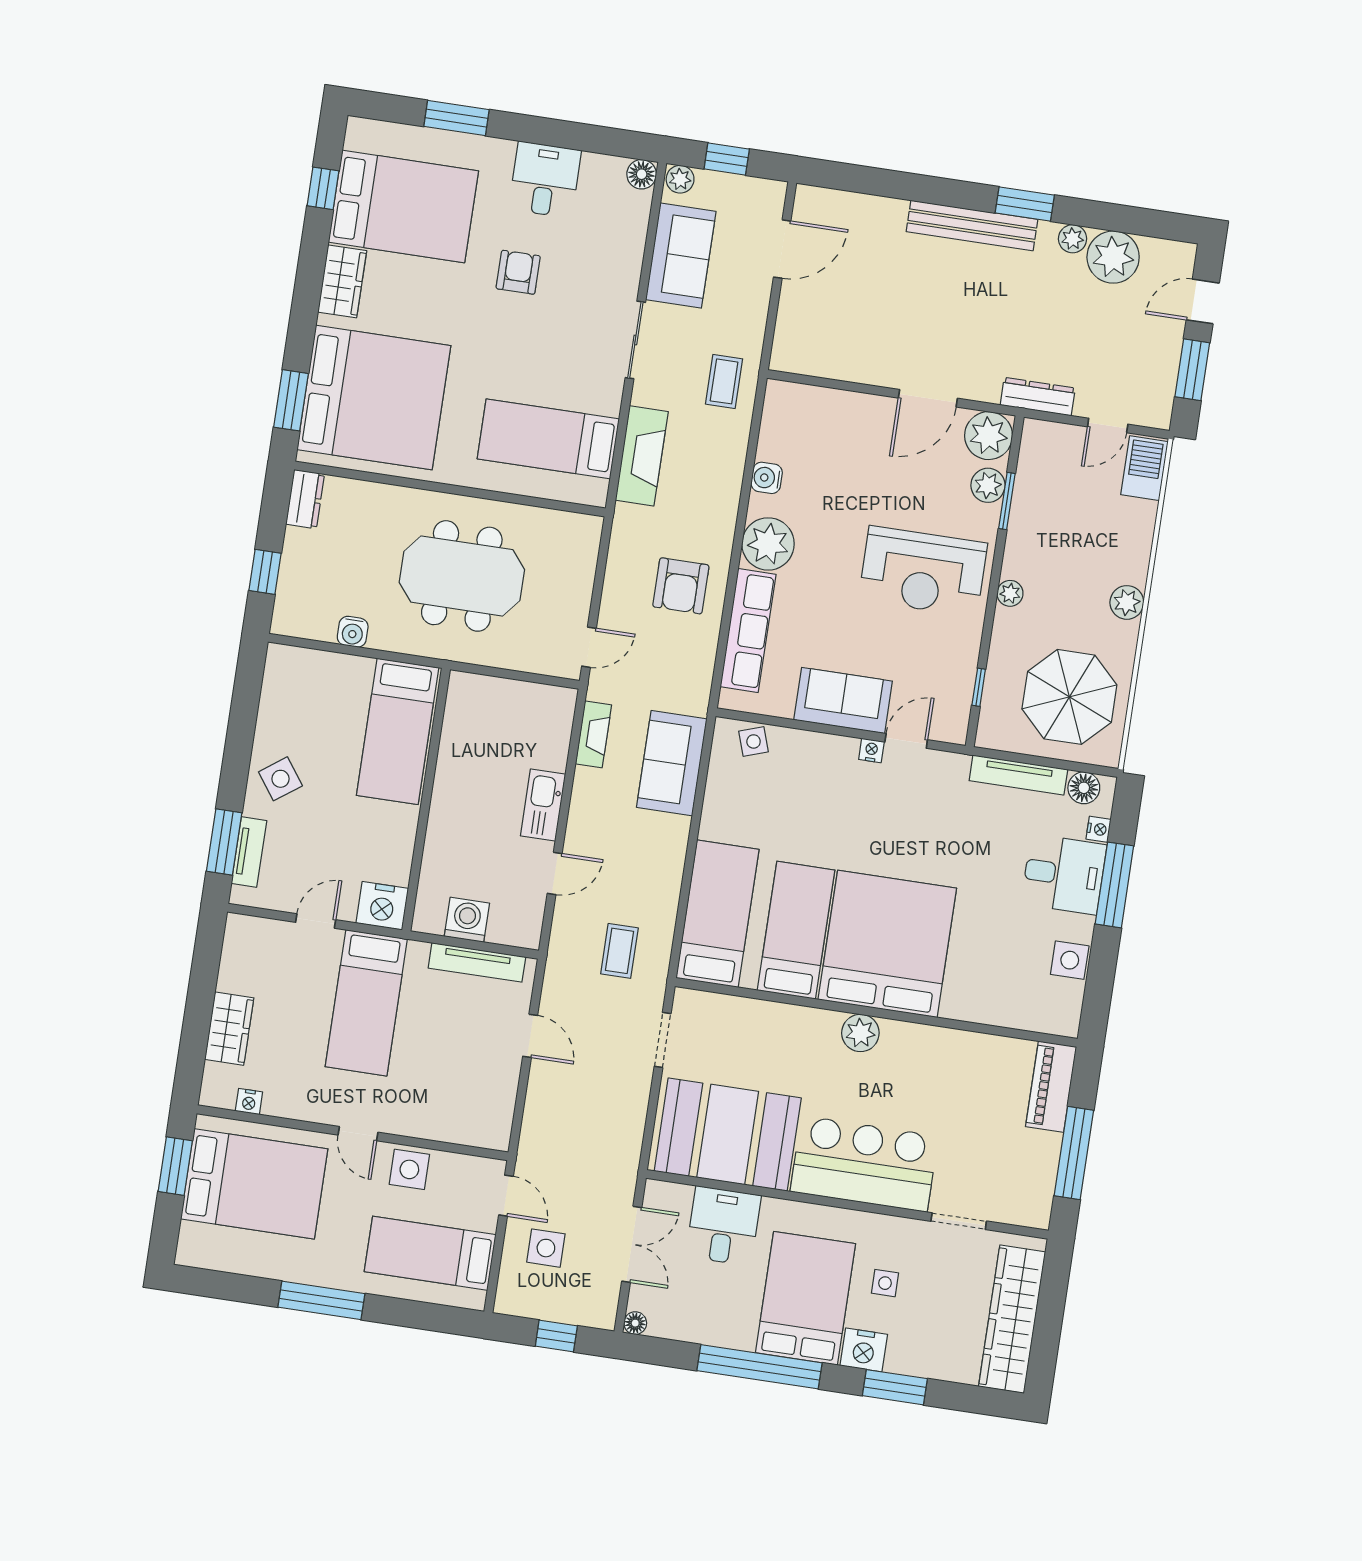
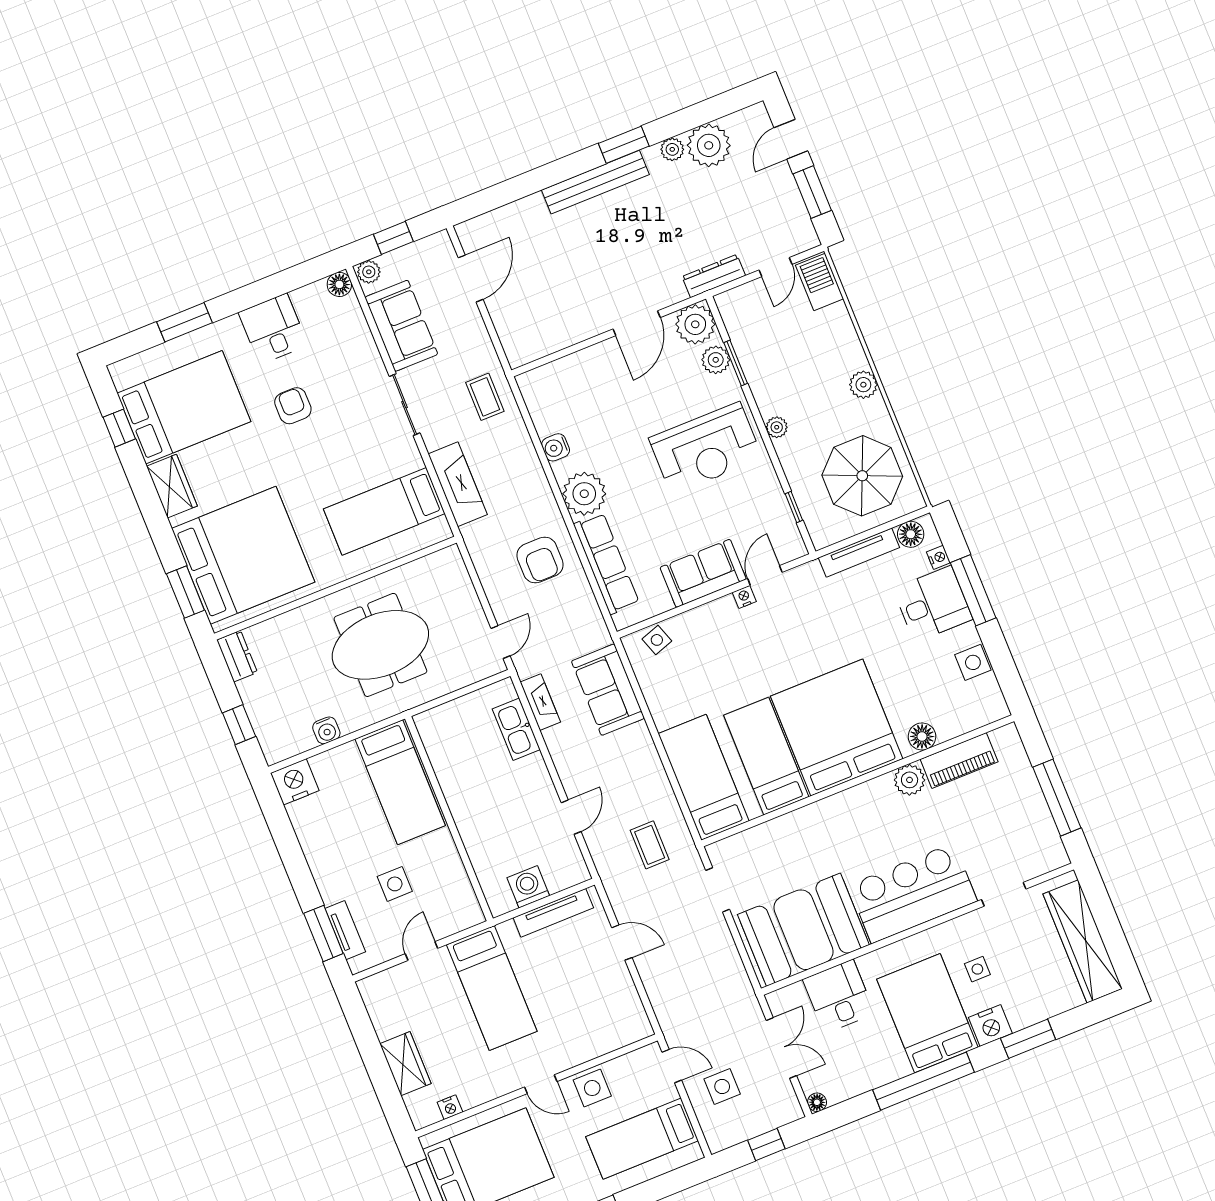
side table: (280, 779) -> (395, 884), moved, turned 36
kitchen sink: (543, 805) -> (516, 729), moved
nightstand: (382, 906) -> (295, 782), moved, turned 180
floor lamp: (971, 1006) -> (922, 736), added
plant: (860, 1033) -> (910, 780), moved
piano: (1051, 1087) -> (959, 760), moved, turned -90

